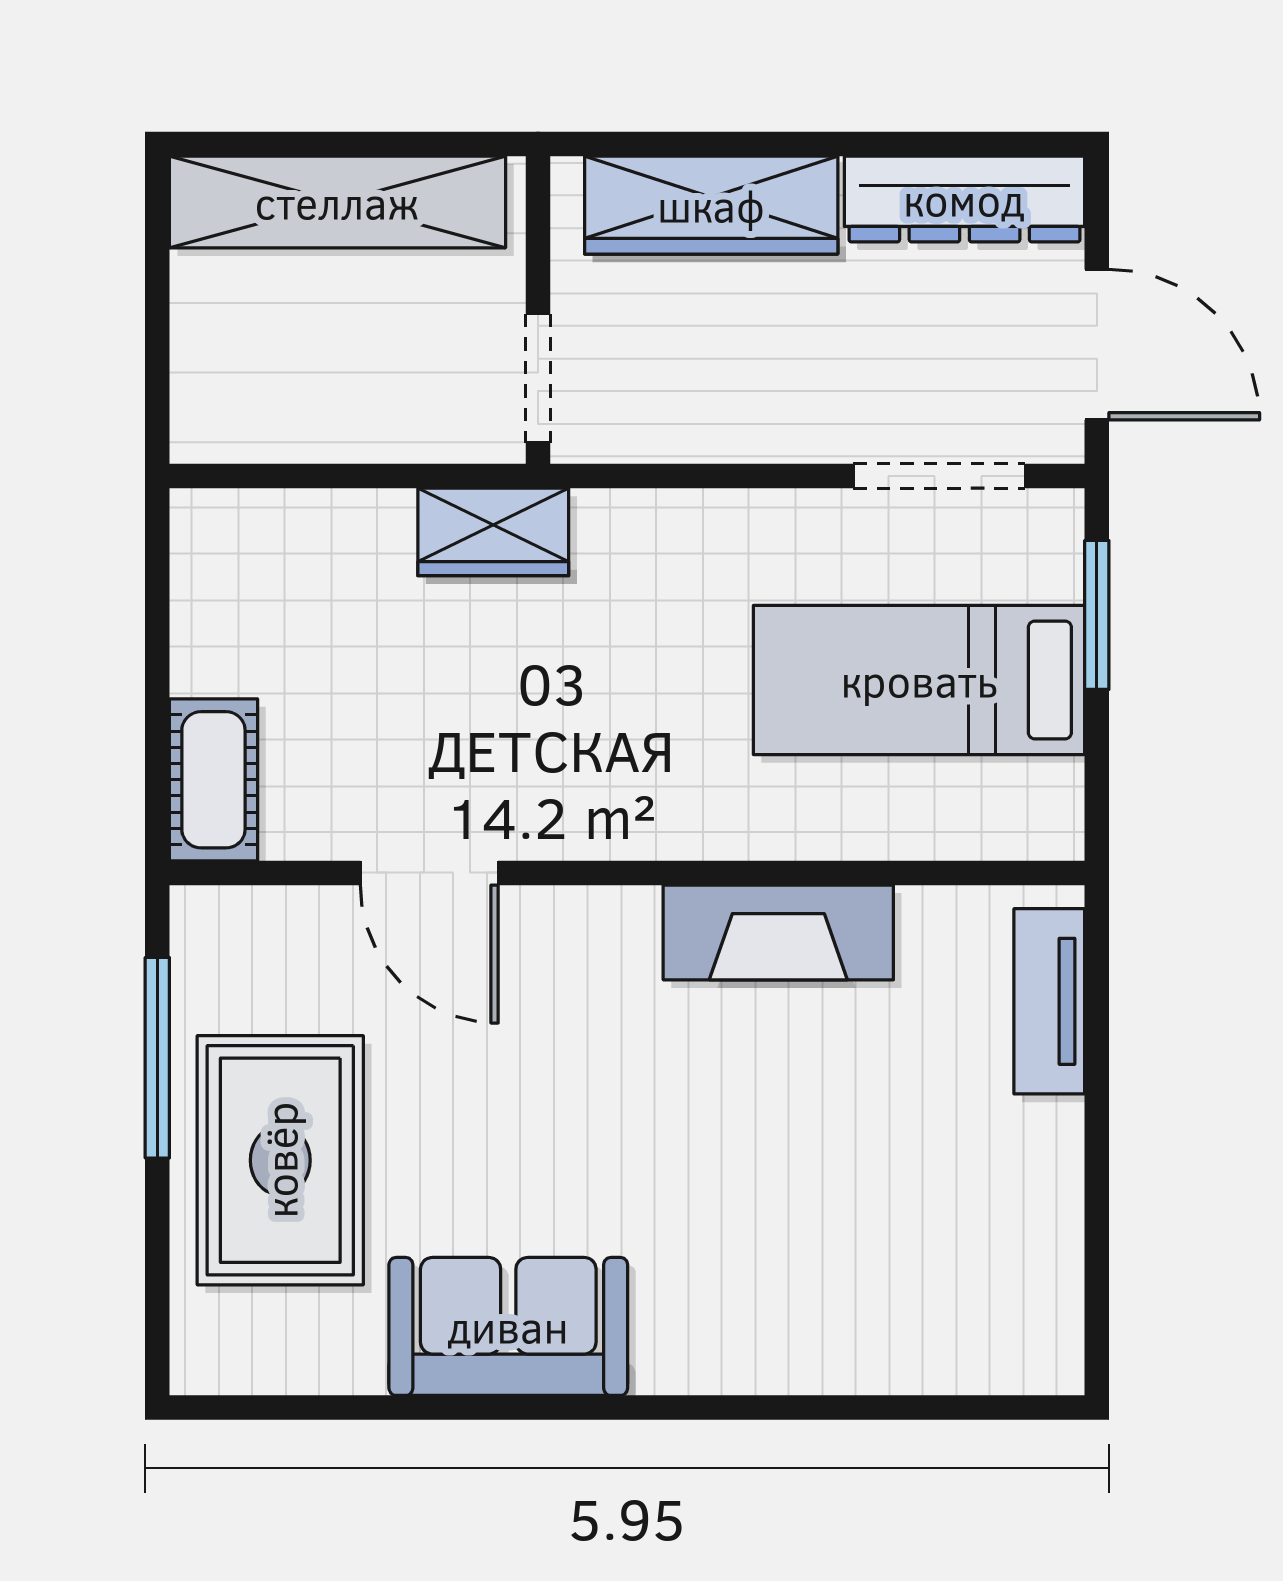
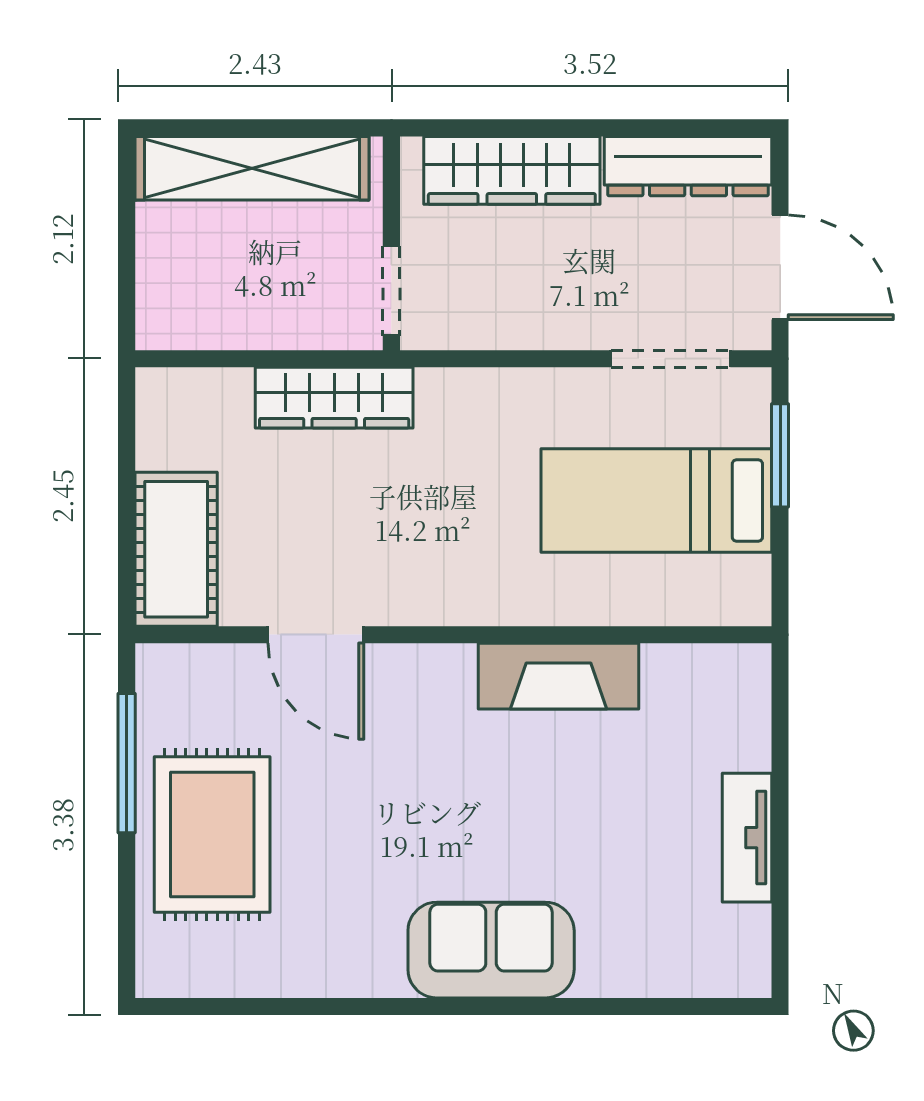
wardrobe: (493, 532) -> (334, 398), width x1.50
cot: (213, 780) -> (176, 549), width x1.37, depth x1.34
tv unit: (1049, 1001) -> (747, 838), moved
sofa: (508, 1326) -> (491, 950), moved

